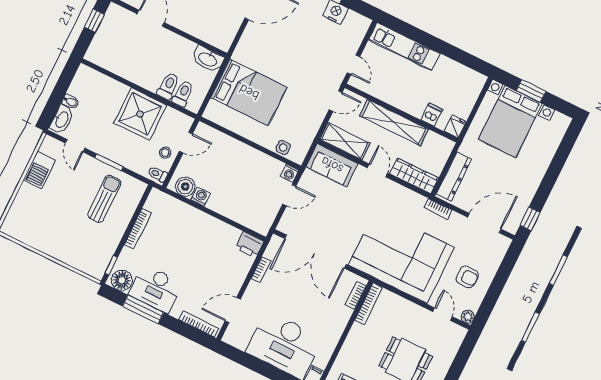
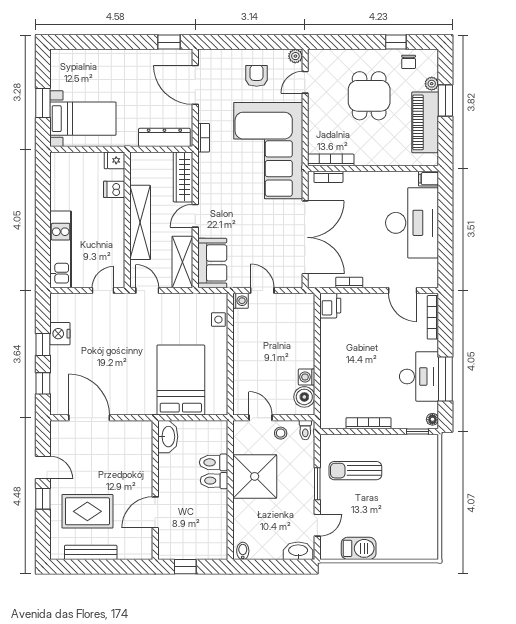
toilet: (183, 94) -> (214, 481), moved
bidet: (71, 102) -> (243, 551), moved
bed with nightstands: (510, 122) -> (83, 119), width x0.73
floor lamp: (122, 280) -> (432, 419), width x0.53, depth x0.53

